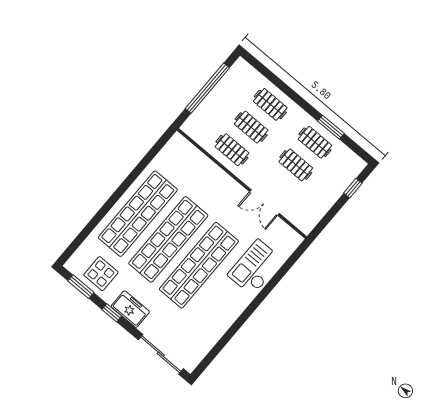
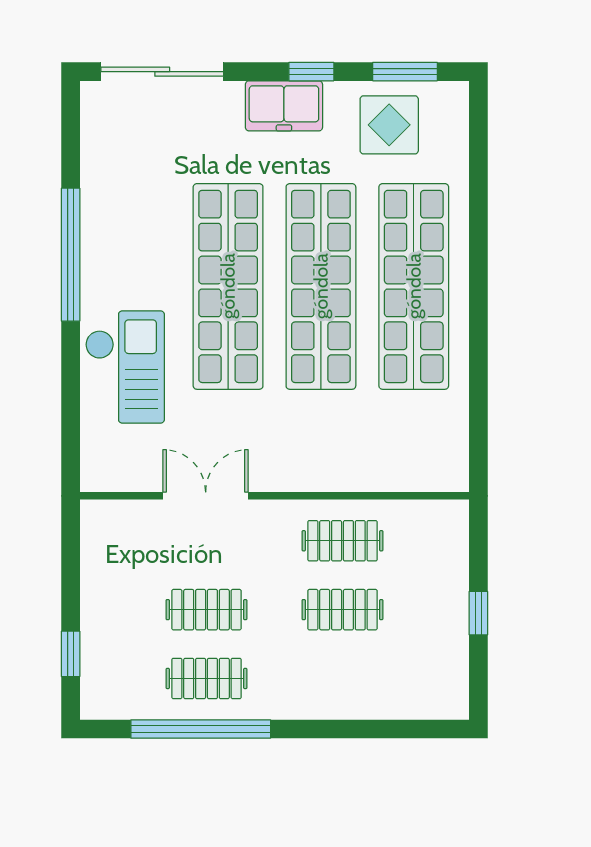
window: (207, 88) -> (478, 613), width x0.32
clothes rail: (270, 104) -> (342, 678), removed
window: (331, 127) -> (201, 729), width x2.11
window: (242, 319) -> (71, 255), added

